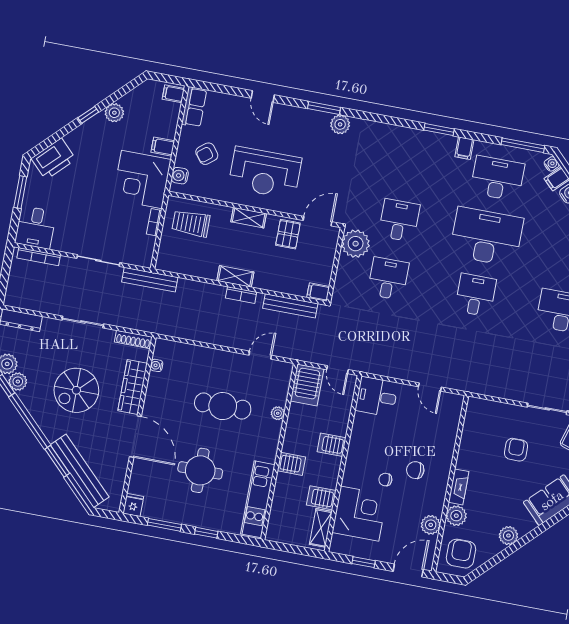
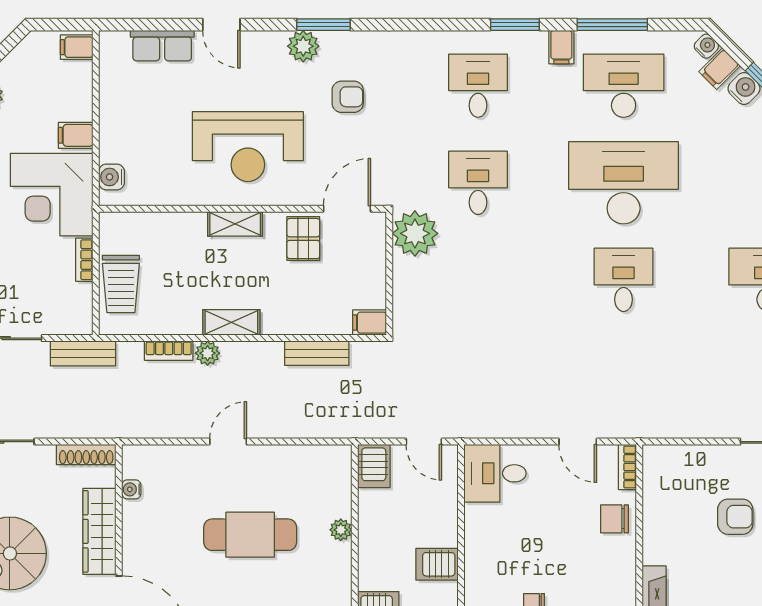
row of seats: (194, 107) -> (162, 46), moved, turned 90
plant: (340, 124) -> (303, 46), moved
window: (523, 145) -> (612, 25), moved
armchair: (207, 154) -> (348, 97), moved, turned -142
trolley: (191, 223) -> (121, 284), moved, turned -90
desk: (388, 279) -> (478, 86), moved
bench: (150, 280) -> (83, 353), width x0.73
plant: (218, 292) -> (208, 353), added
bookcase: (241, 295) -> (169, 351), moved
bench: (290, 306) -> (317, 353), width x0.73
door: (260, 355) -> (228, 442), moved
server rack: (307, 385) -> (374, 466), width x0.73, depth x0.70
bookcase: (457, 408) -> (627, 467), added
armchair: (516, 450) -> (735, 517), turned 90
chair: (415, 470) -> (615, 519), moved

